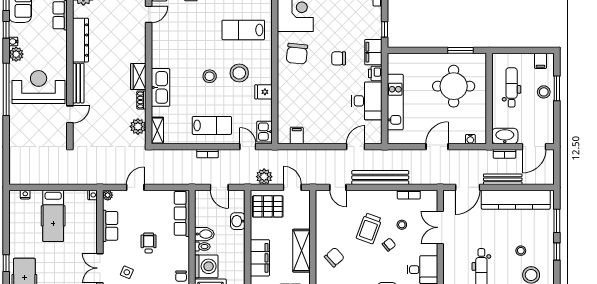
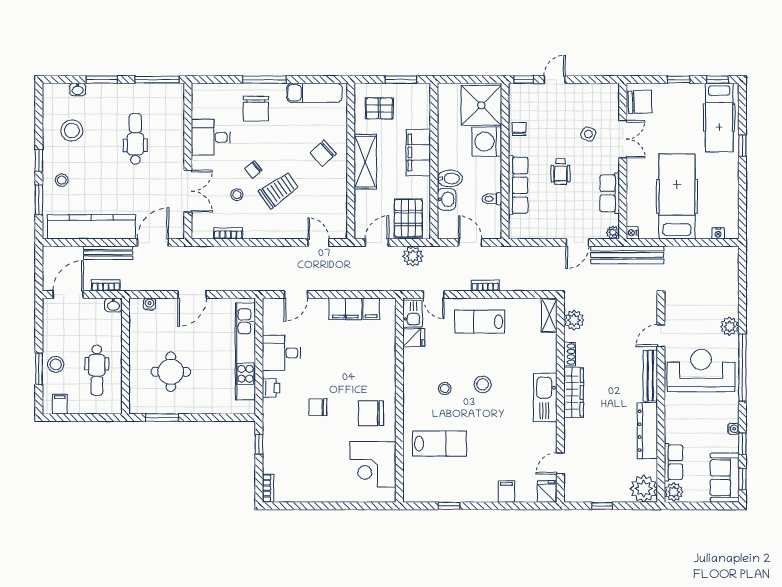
filing cabinet: (373, 52) -> (345, 309), moved, turned 90
plant: (16, 54) -> (730, 326), moved
chair: (297, 54) -> (371, 413), turned -96
chair: (339, 58) -> (318, 407), turned 180
stool: (239, 73) -> (445, 389), width x0.53, depth x0.53
wardrobe: (138, 77) -> (574, 392), width x1.50
round table: (454, 86) -> (171, 372), width x0.73, depth x0.73
reception desk: (39, 87) -> (701, 371), turned 180
kitchen sink: (160, 87) -> (545, 397), moved
fridge: (263, 92) -> (414, 338), moved
desk: (367, 101) -> (282, 353), width x0.73
kitchen unit: (395, 102) -> (245, 351), width x1.36
washbasin: (505, 136) -> (113, 305), width x0.52, depth x0.69
bench: (380, 178) -> (627, 255), moved
door: (292, 187) -> (377, 242), swing flipped
pallet: (268, 206) -> (408, 218), turned 90
row of seats: (182, 213) -> (518, 185), moved
hospital bed: (53, 216) -> (677, 196), width x1.37, depth x1.29
trolley: (369, 228) -> (279, 190), turned 35
bidet: (204, 234) -> (450, 178), moved, turned 180
toilet: (202, 247) -> (492, 199), moved
stool: (521, 251) -> (62, 180), moved

